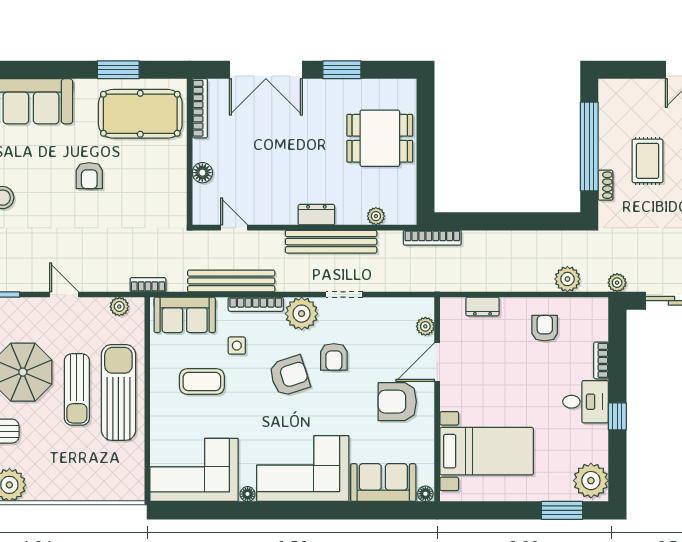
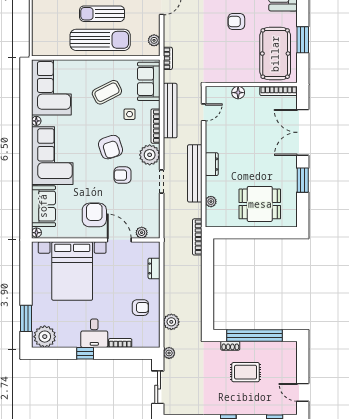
dining table: (380, 138) -> (260, 204), turned 90
coffee table: (202, 382) -> (107, 92), turned 63
bed with nightstands: (487, 451) -> (72, 271), width x1.36

